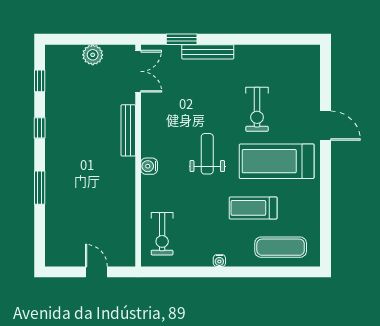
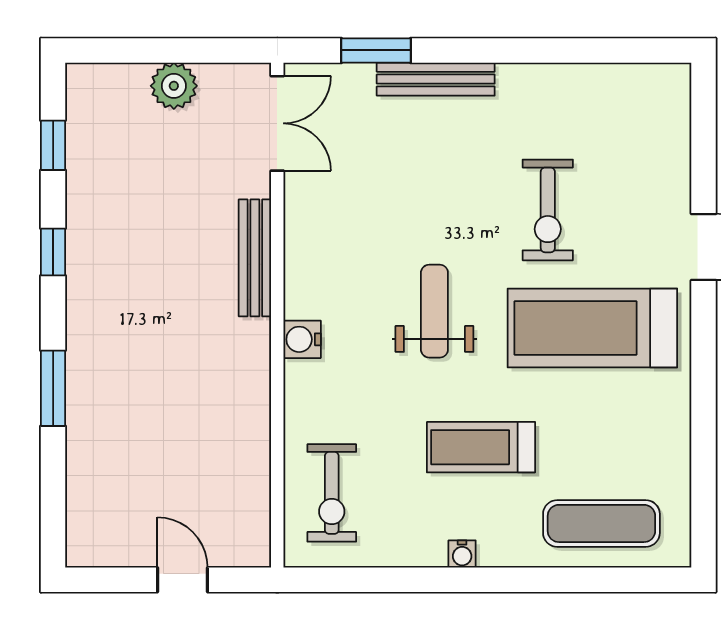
treadmill: (253, 208) -> (481, 447), moved

